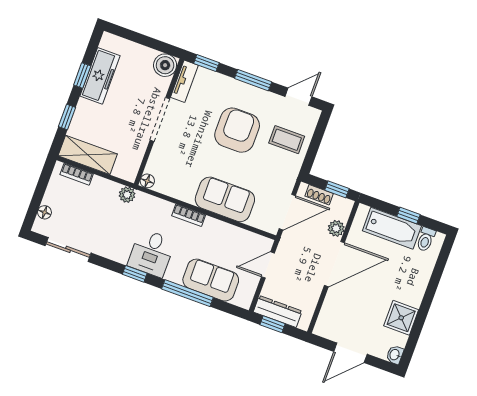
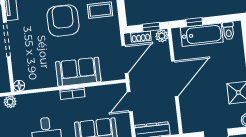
bookcase: (189, 215) -> (72, 93), moved
window: (408, 216) -> (194, 22), moved
plant: (336, 228) -> (162, 36), moved

